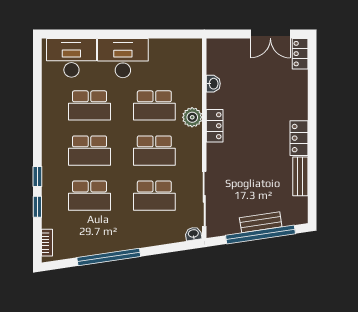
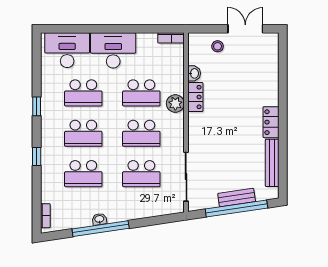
double door: (270, 34) -> (245, 29), swing flipped
bookcase: (187, 44) -> (171, 38), added
stool: (239, 53) -> (218, 46), added
locker: (300, 54) -> (272, 47), removed
locker: (215, 126) -> (195, 97), moved
bench: (300, 176) -> (272, 163), width x1.36
window: (37, 207) -> (37, 106), moved
washbasin: (193, 234) -> (99, 219), moved

